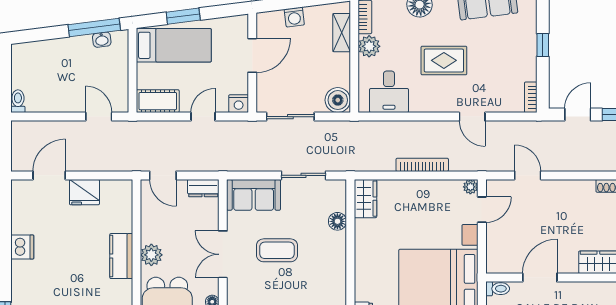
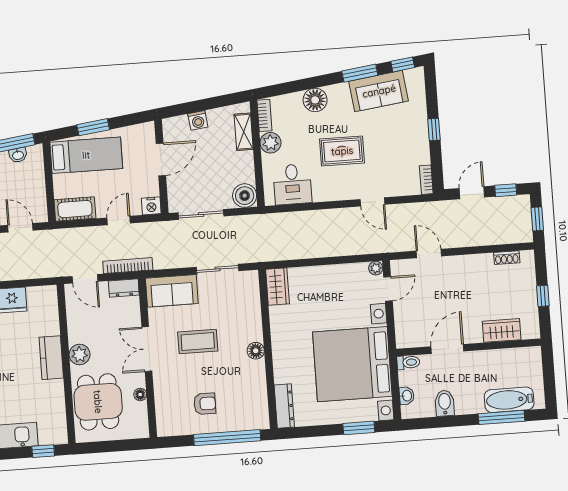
bookcase: (422, 165) -> (128, 266), moved
floor lamp: (337, 221) -> (256, 351), moved

